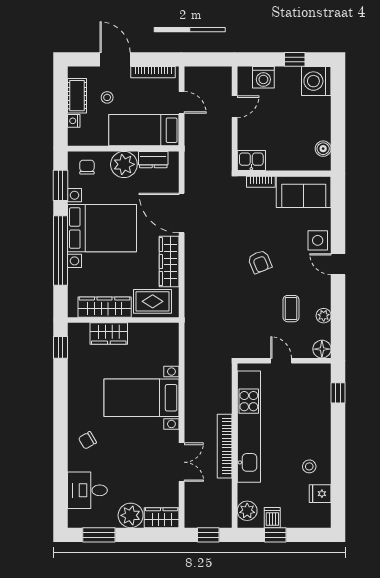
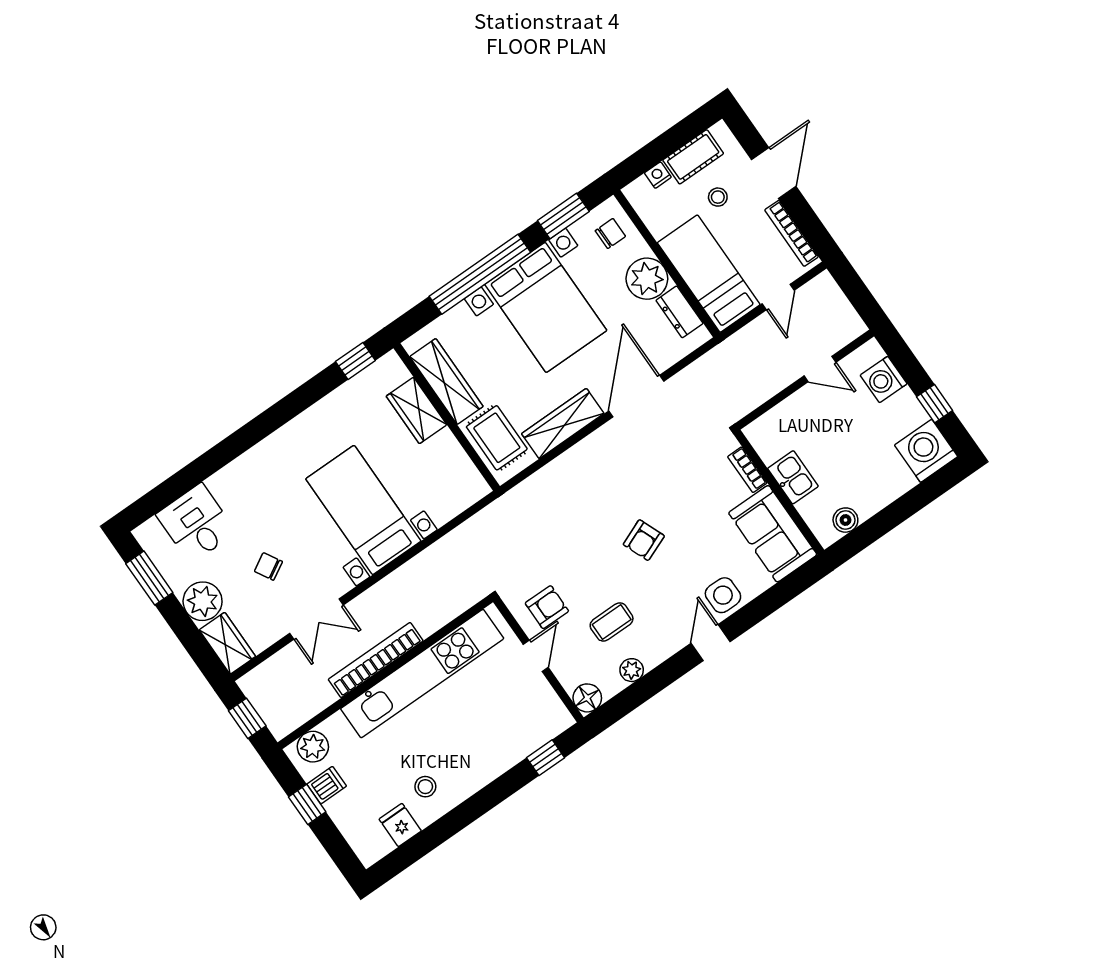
kitchen sink: (251, 161) -> (793, 477), moved
armchair: (260, 337) -> (547, 607), added
chair: (87, 440) -> (268, 566), moved

